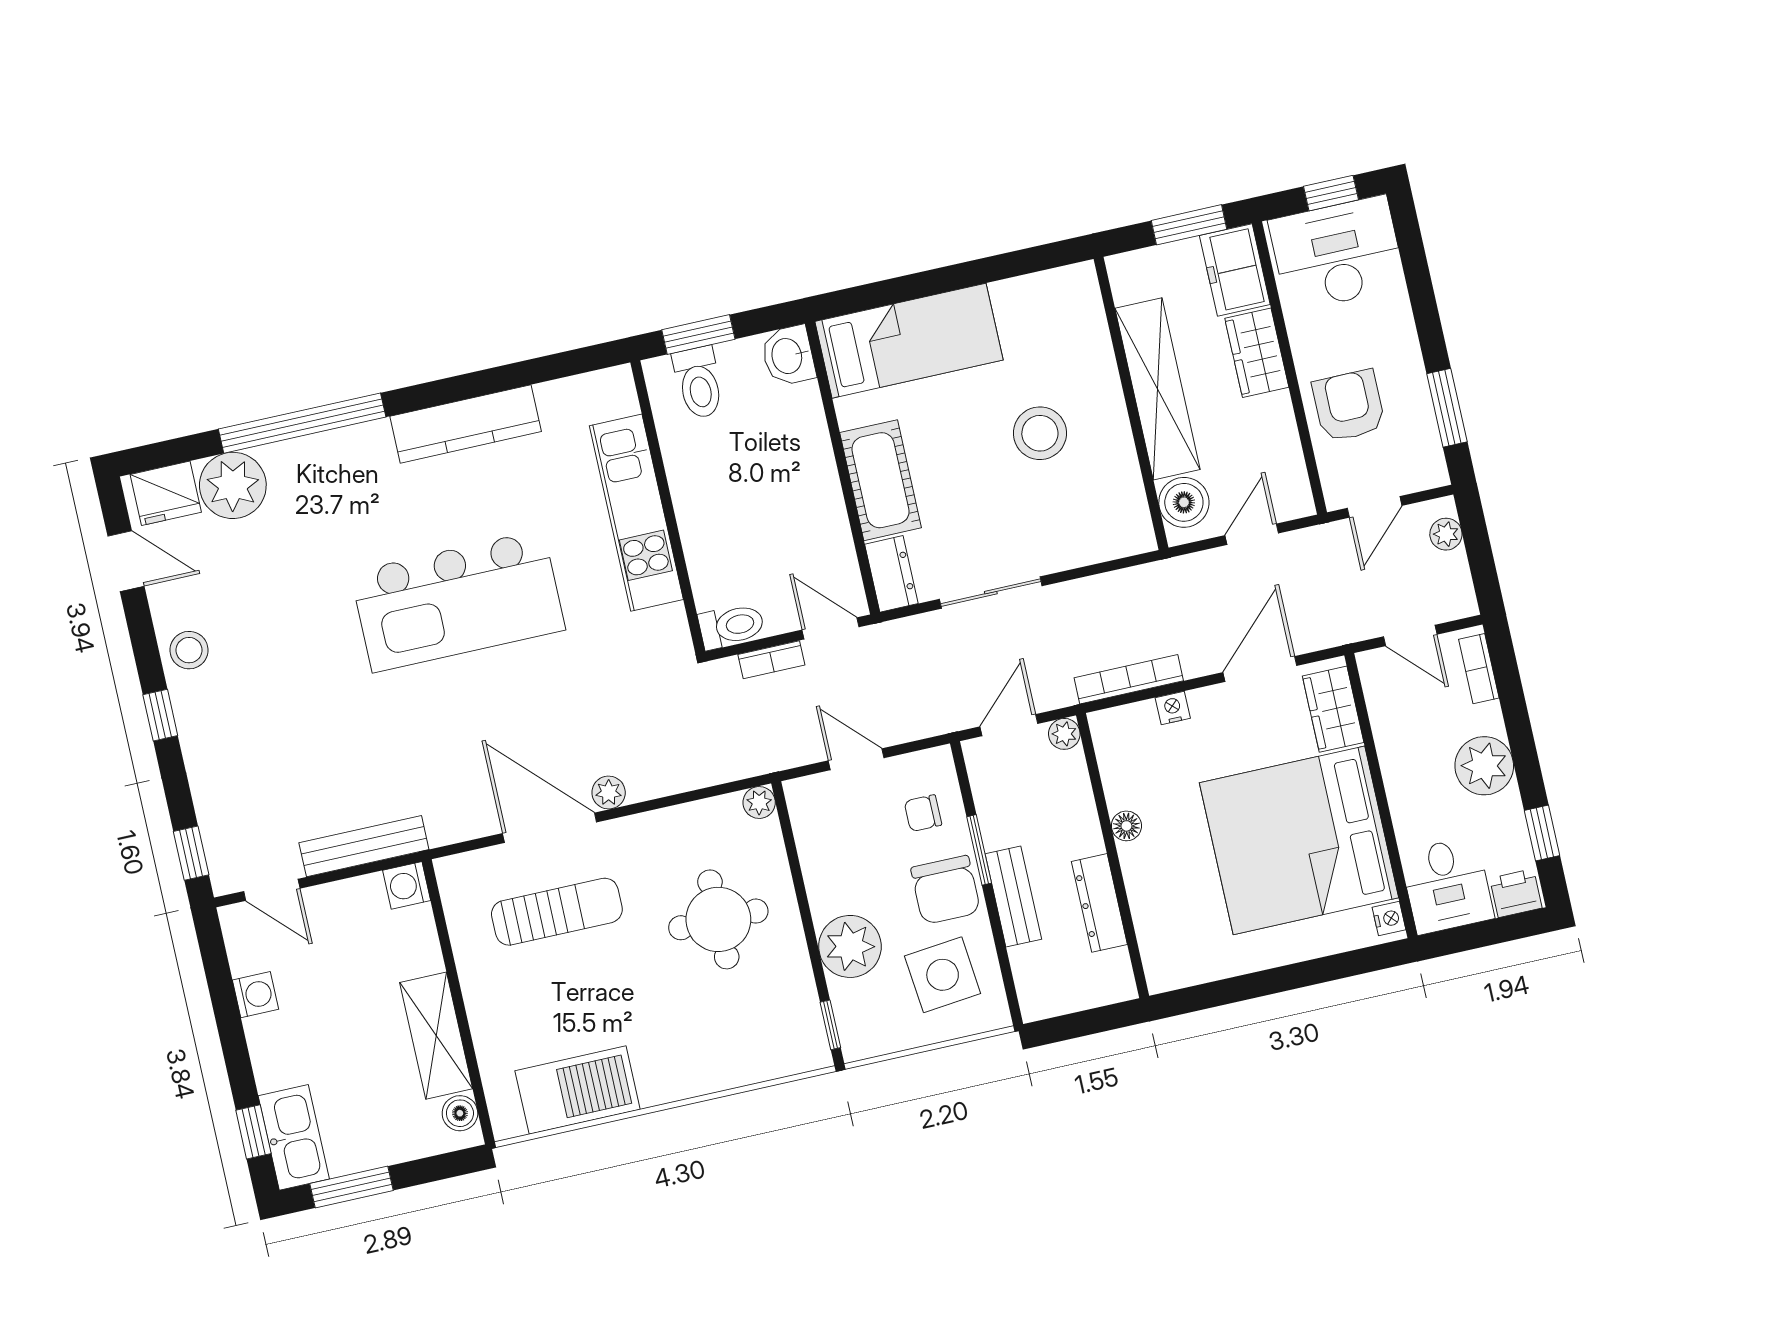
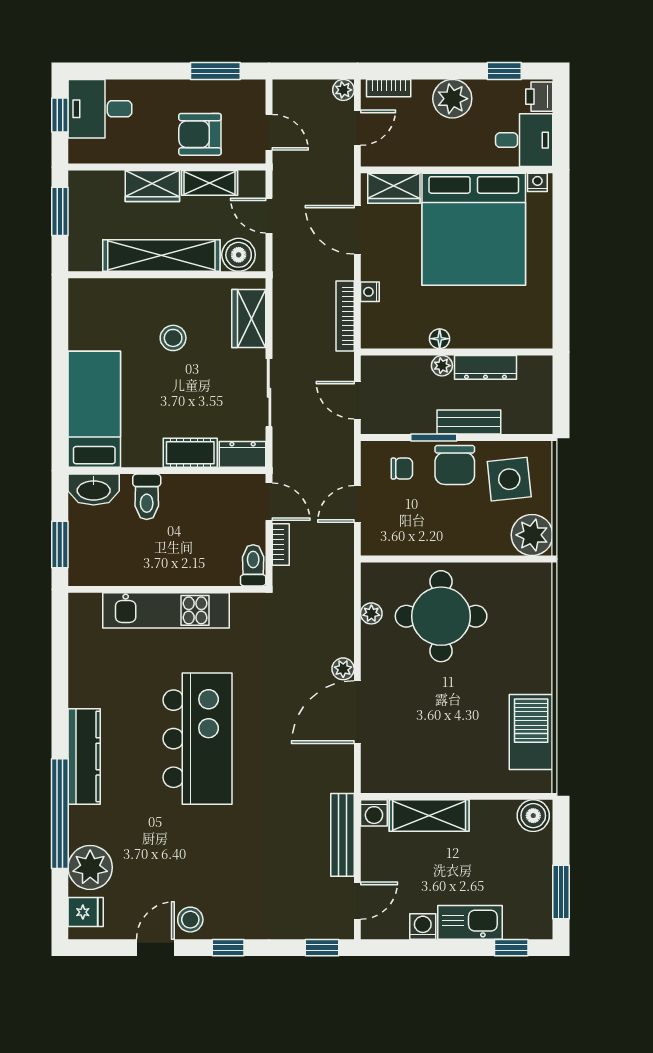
desk: (1337, 254) -> (100, 109), width x0.73
freezer: (1235, 270) -> (96, 188), removed
washbasin: (788, 356) -> (94, 490), width x1.38
toilet: (699, 383) -> (147, 497), moved, turned 90
kitchen counter: (466, 424) -> (84, 756), moved
stool: (1040, 433) -> (173, 338), width x0.73, depth x0.73
shelving: (1280, 436) -> (209, 183), added
cot: (881, 480) -> (190, 453), width x0.73, depth x0.75
fridge: (166, 493) -> (86, 912), width x0.72
plant: (1446, 534) -> (343, 90), moved
wardrobe: (1093, 538) -> (249, 319), added
door: (126, 561) -> (155, 948), moved
door: (830, 628) -> (269, 502), swing flipped
plant: (1064, 734) -> (442, 366), moved
plant: (759, 802) -> (371, 613), moved
chair: (923, 813) -> (402, 469), turned -90
chair: (946, 890) -> (455, 465), turned 90
sun lounger: (557, 912) -> (413, 720), removed
round table: (718, 919) -> (441, 616), width x1.36, depth x1.36
plant: (850, 946) -> (532, 535), moved
window: (830, 1025) -> (525, 559), removed
shelving: (436, 1036) -> (429, 816), moved
boiler: (460, 1113) -> (533, 816), width x1.36, depth x1.36
kitchen sink: (294, 1137) -> (470, 922), moved

